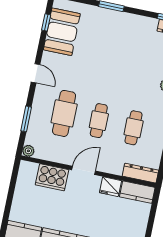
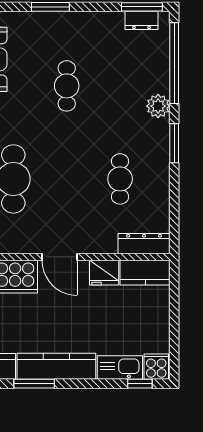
cafe table: (99, 121) -> (67, 86), moved
door: (84, 170) -> (60, 257), swing flipped

